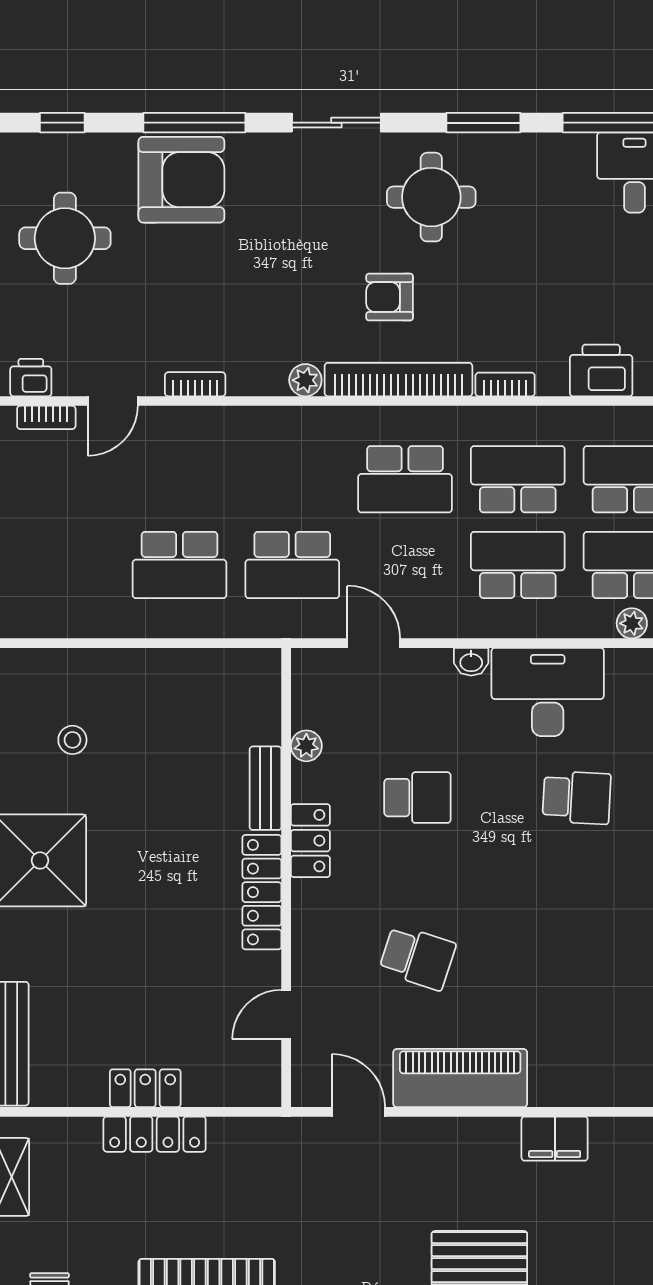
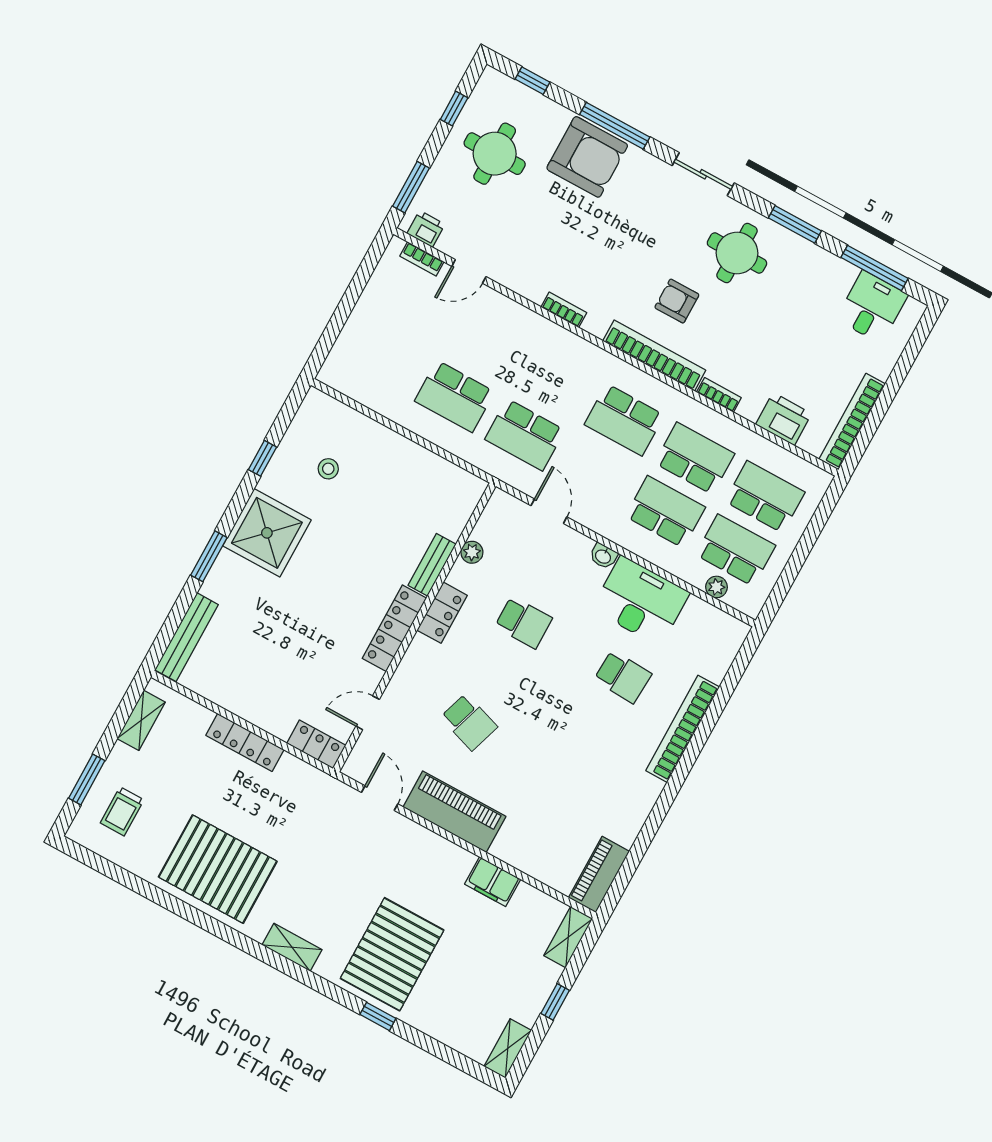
plant: (305, 380) -> (596, 324), removed
bookcase: (195, 384) -> (564, 310), moved
locker: (145, 1088) -> (316, 744), moved

